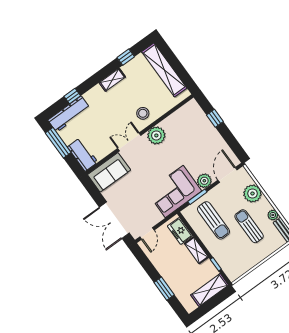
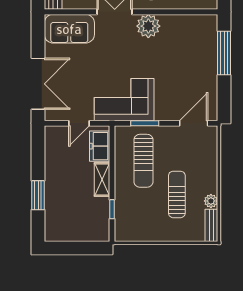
window: (215, 118) -> (224, 53), width x2.17
plant: (204, 181) -> (164, 111), removed
plant: (252, 193) -> (206, 162), removed
double door: (114, 220) -> (38, 84), swing flipped
door: (147, 233) -> (79, 123), moved
shelving: (210, 290) -> (85, 232), removed

